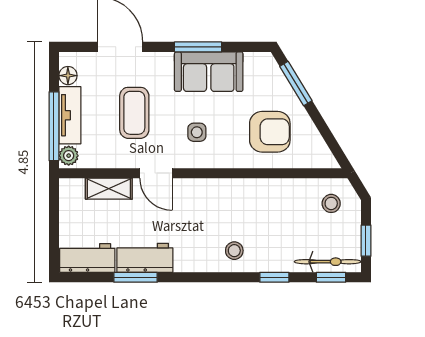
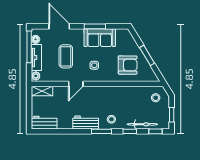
window: (296, 84) -> (147, 55), moved
window: (54, 126) -> (29, 47), moved
door: (156, 173) -> (76, 84), hinge flipped
shelving: (109, 189) -> (42, 91), moved
workbench: (145, 258) -> (86, 123), moved
bicycle: (328, 262) -> (142, 124), moved
window: (136, 277) -> (101, 131), moved

